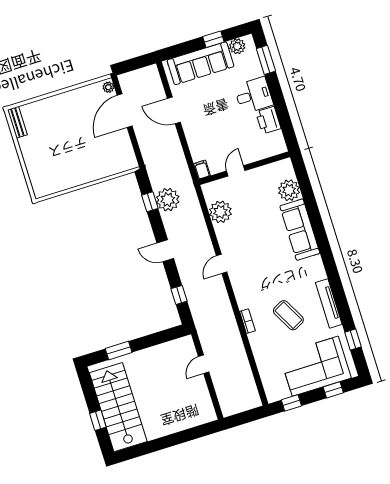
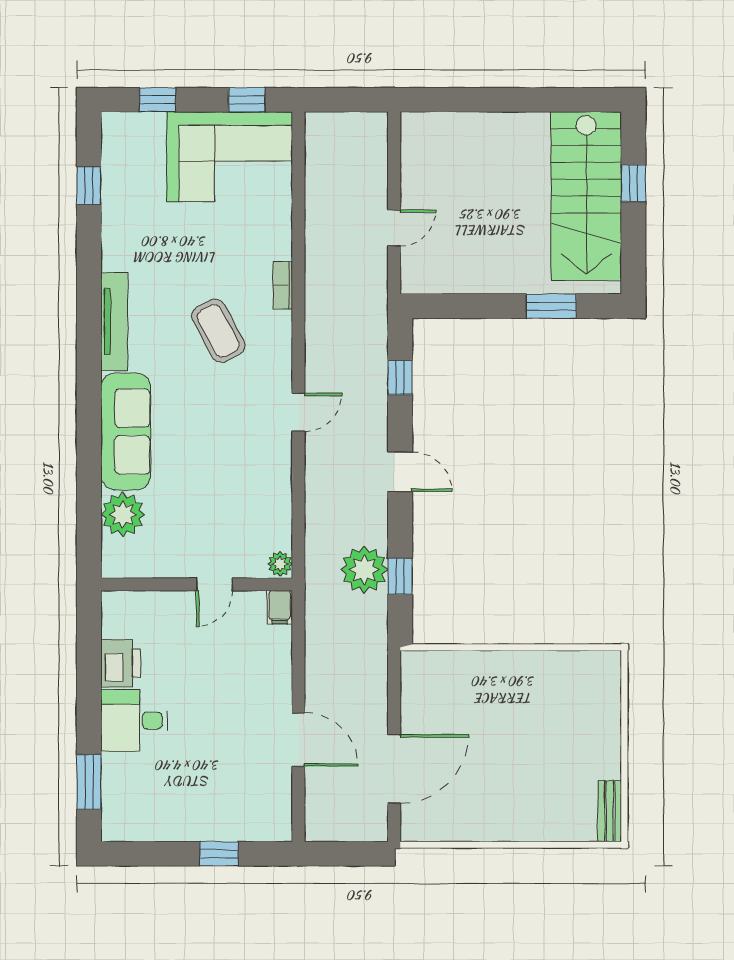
window: (213, 39) -> (219, 854), moved
plant: (237, 46) -> (136, 826), removed
sofa: (200, 63) -> (218, 815), removed
plant: (108, 87) -> (412, 824), removed
plant: (220, 212) -> (280, 564), moved, width x0.53, depth x0.53
tv unit: (329, 303) -> (114, 322), moved
coffee table: (288, 315) -> (218, 331), moved
corner sofa: (315, 366) -> (229, 157), moved

